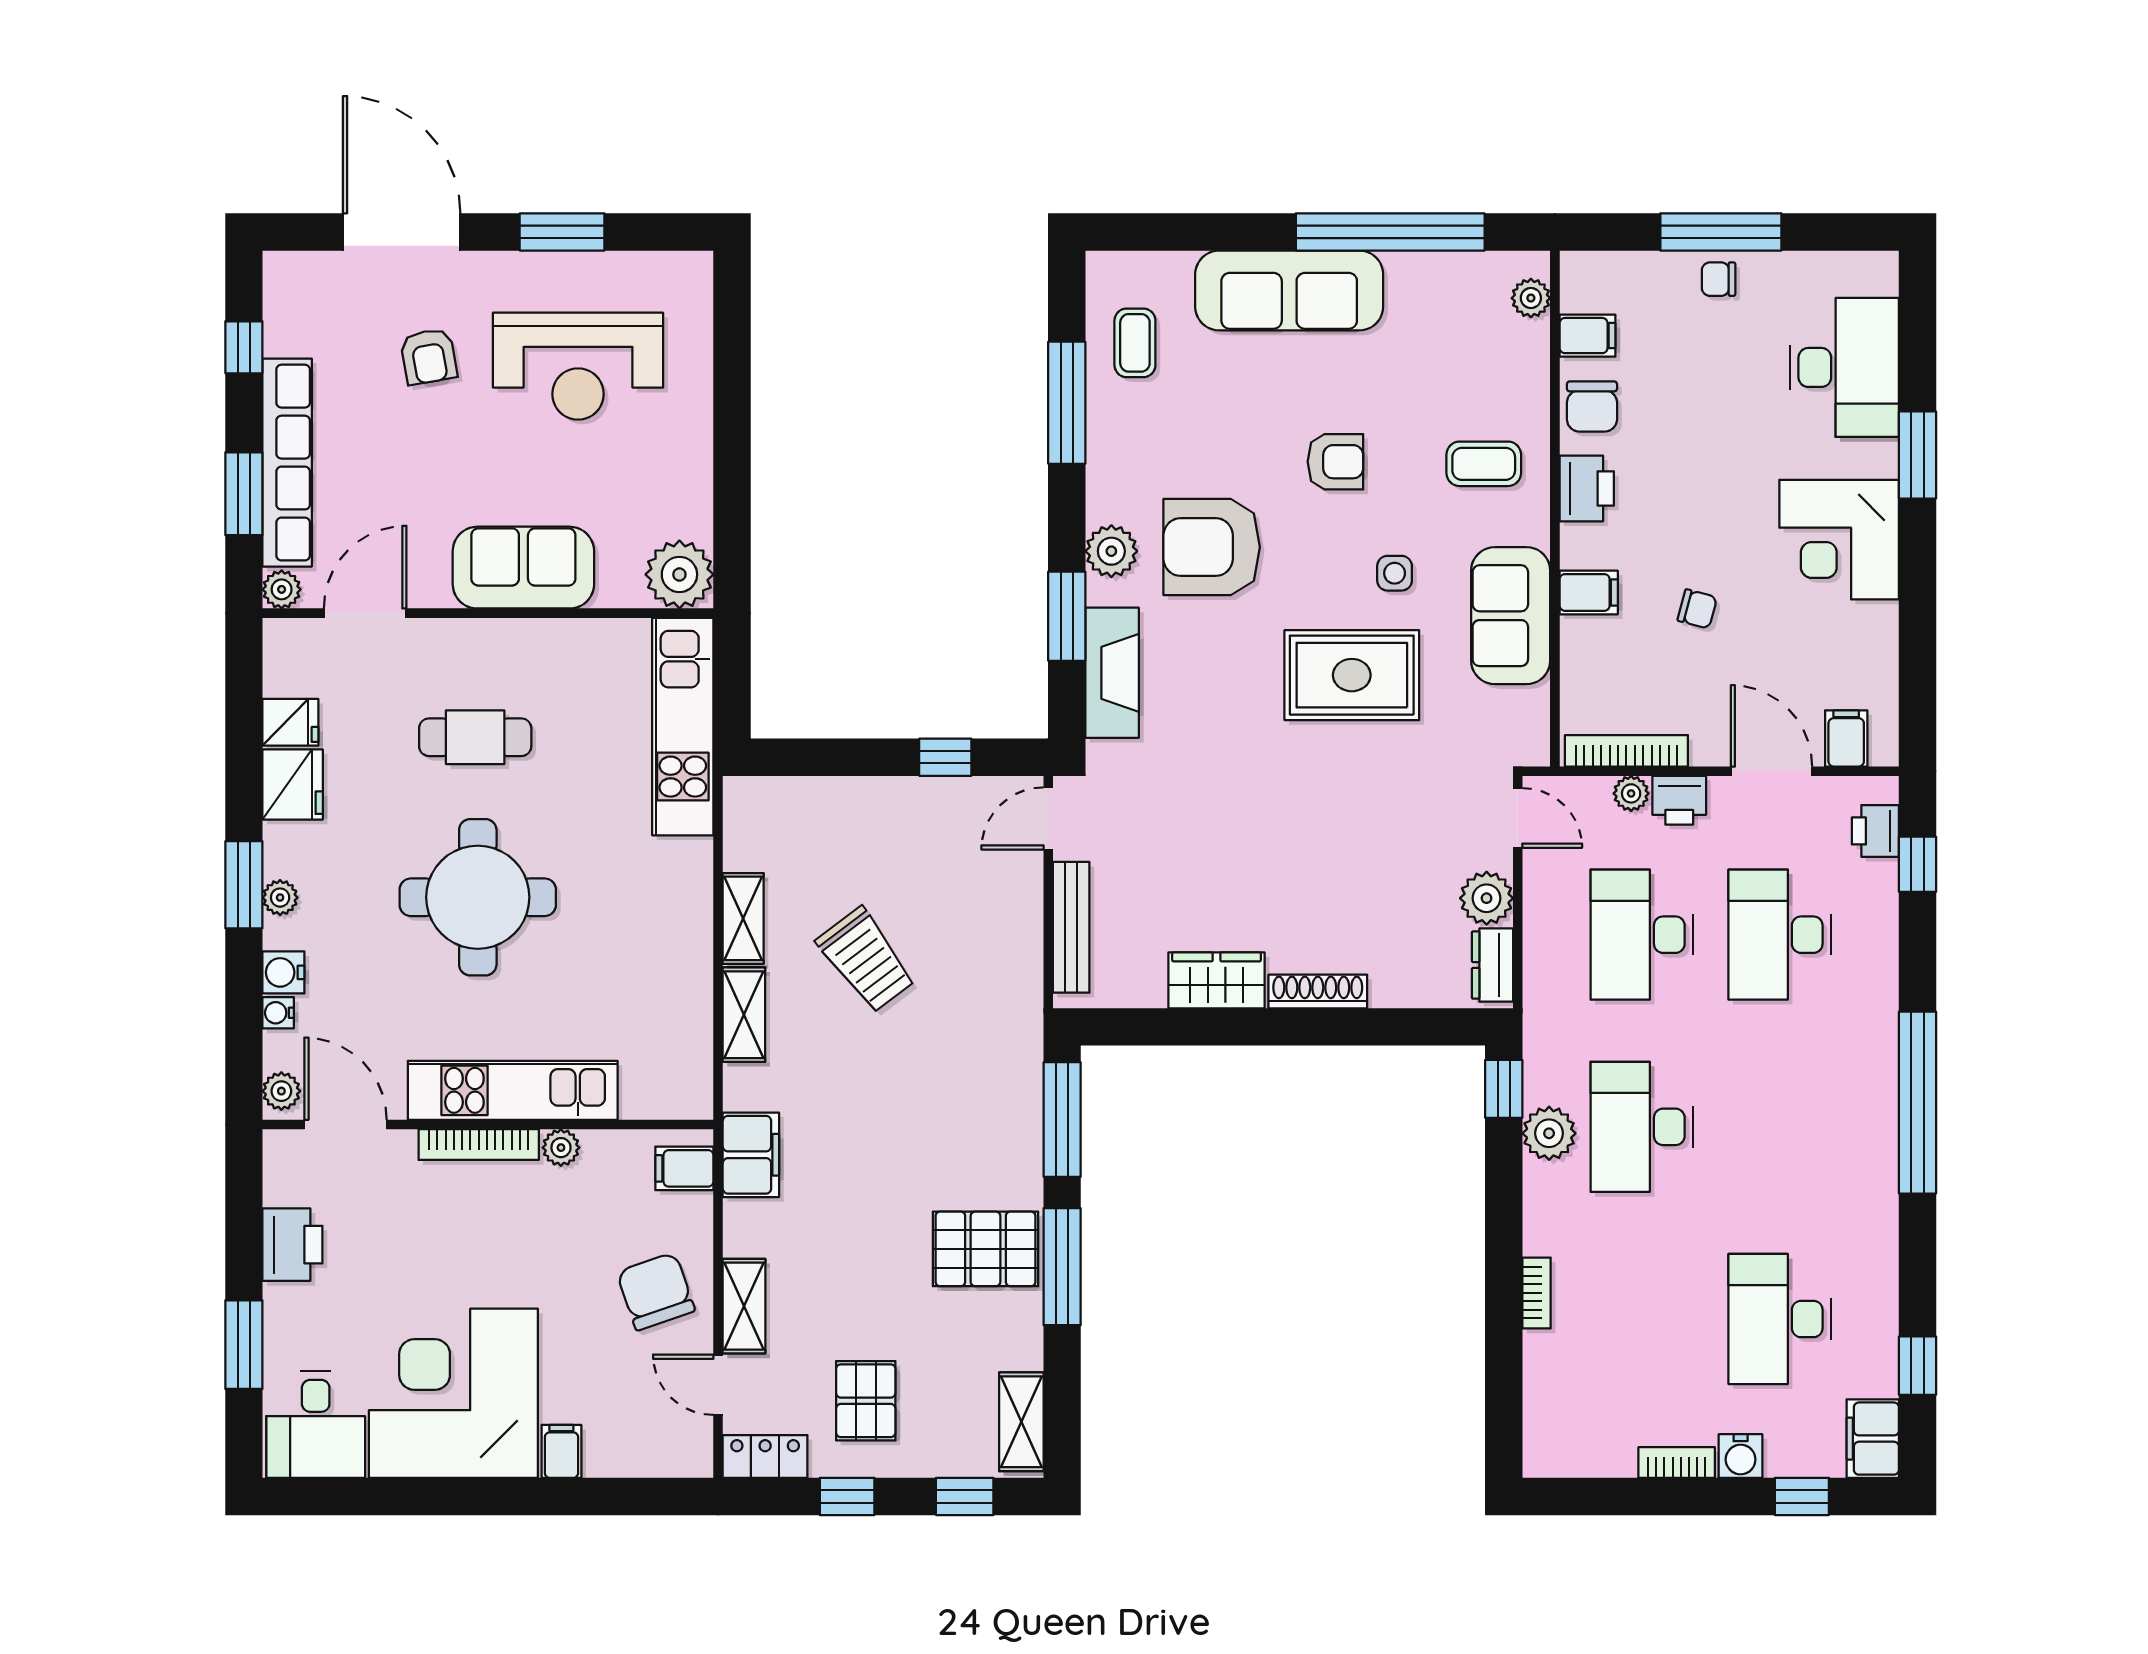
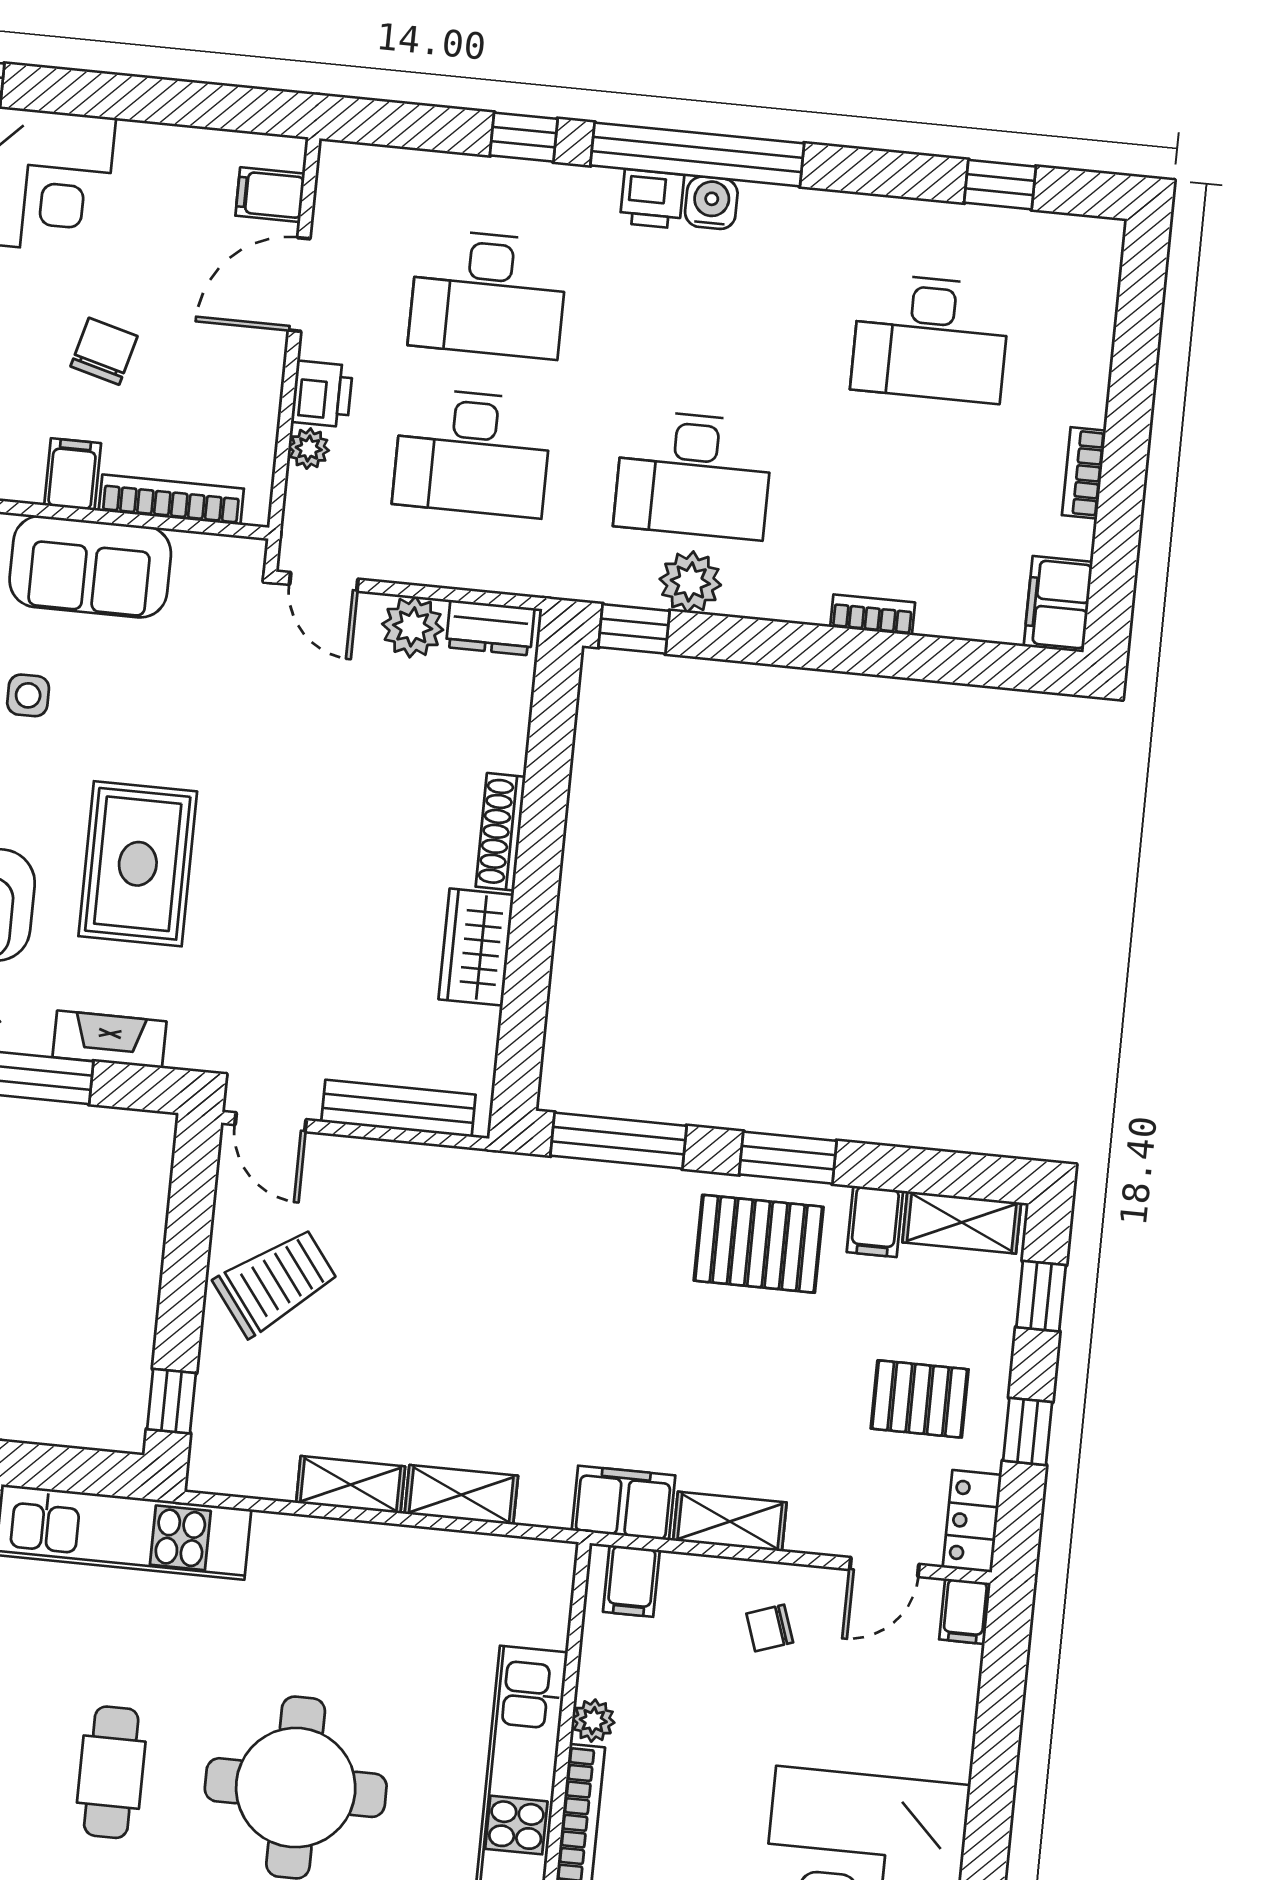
chair: (1697, 609) -> (104, 351), width x1.37, depth x1.37
fireplace: (1112, 673) -> (110, 1039), width x0.73, depth x0.76
rug: (1352, 675) -> (138, 864), moved
bookcase: (1626, 751) -> (171, 500), moved, turned 90
window: (945, 757) -> (172, 1401), moved
door: (1518, 818) -> (324, 582), swing flipped
printer: (1875, 831) -> (652, 199), moved
window: (1918, 864) -> (524, 137), moved
trolley: (866, 960) -> (276, 1282), moved
pallet: (985, 1249) -> (759, 1244), turned 90
window: (1062, 1267) -> (788, 1158), width x0.69
chair: (656, 1291) -> (770, 1628), width x0.54, depth x0.54
shelving: (744, 1306) -> (730, 1522), moved
filing cabinet: (1015, 1347) -> (875, 1221), added
filing cabinet: (1873, 1439) -> (1058, 604), moved, turned 90
filing cabinet: (561, 1451) -> (965, 1611), moved, turned -90
water cooler: (1741, 1456) -> (711, 203), moved, turned -90
window: (1802, 1496) -> (1137, 333), removed

